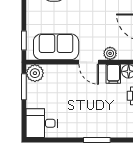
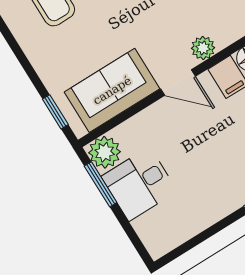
desk: (42, 123) -> (139, 184), moved

